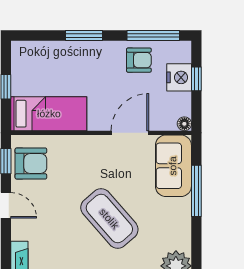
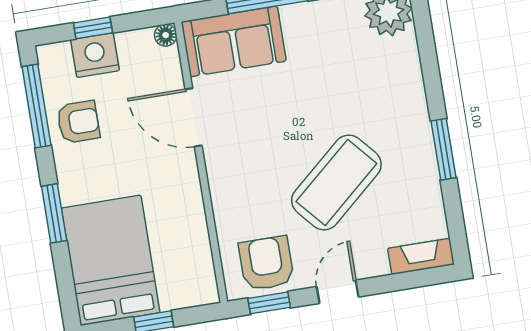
armchair: (139, 60) -> (78, 122), turned 90
bed: (49, 114) -> (111, 260), moved, width x1.50
coffee table: (109, 219) -> (336, 182), moved

